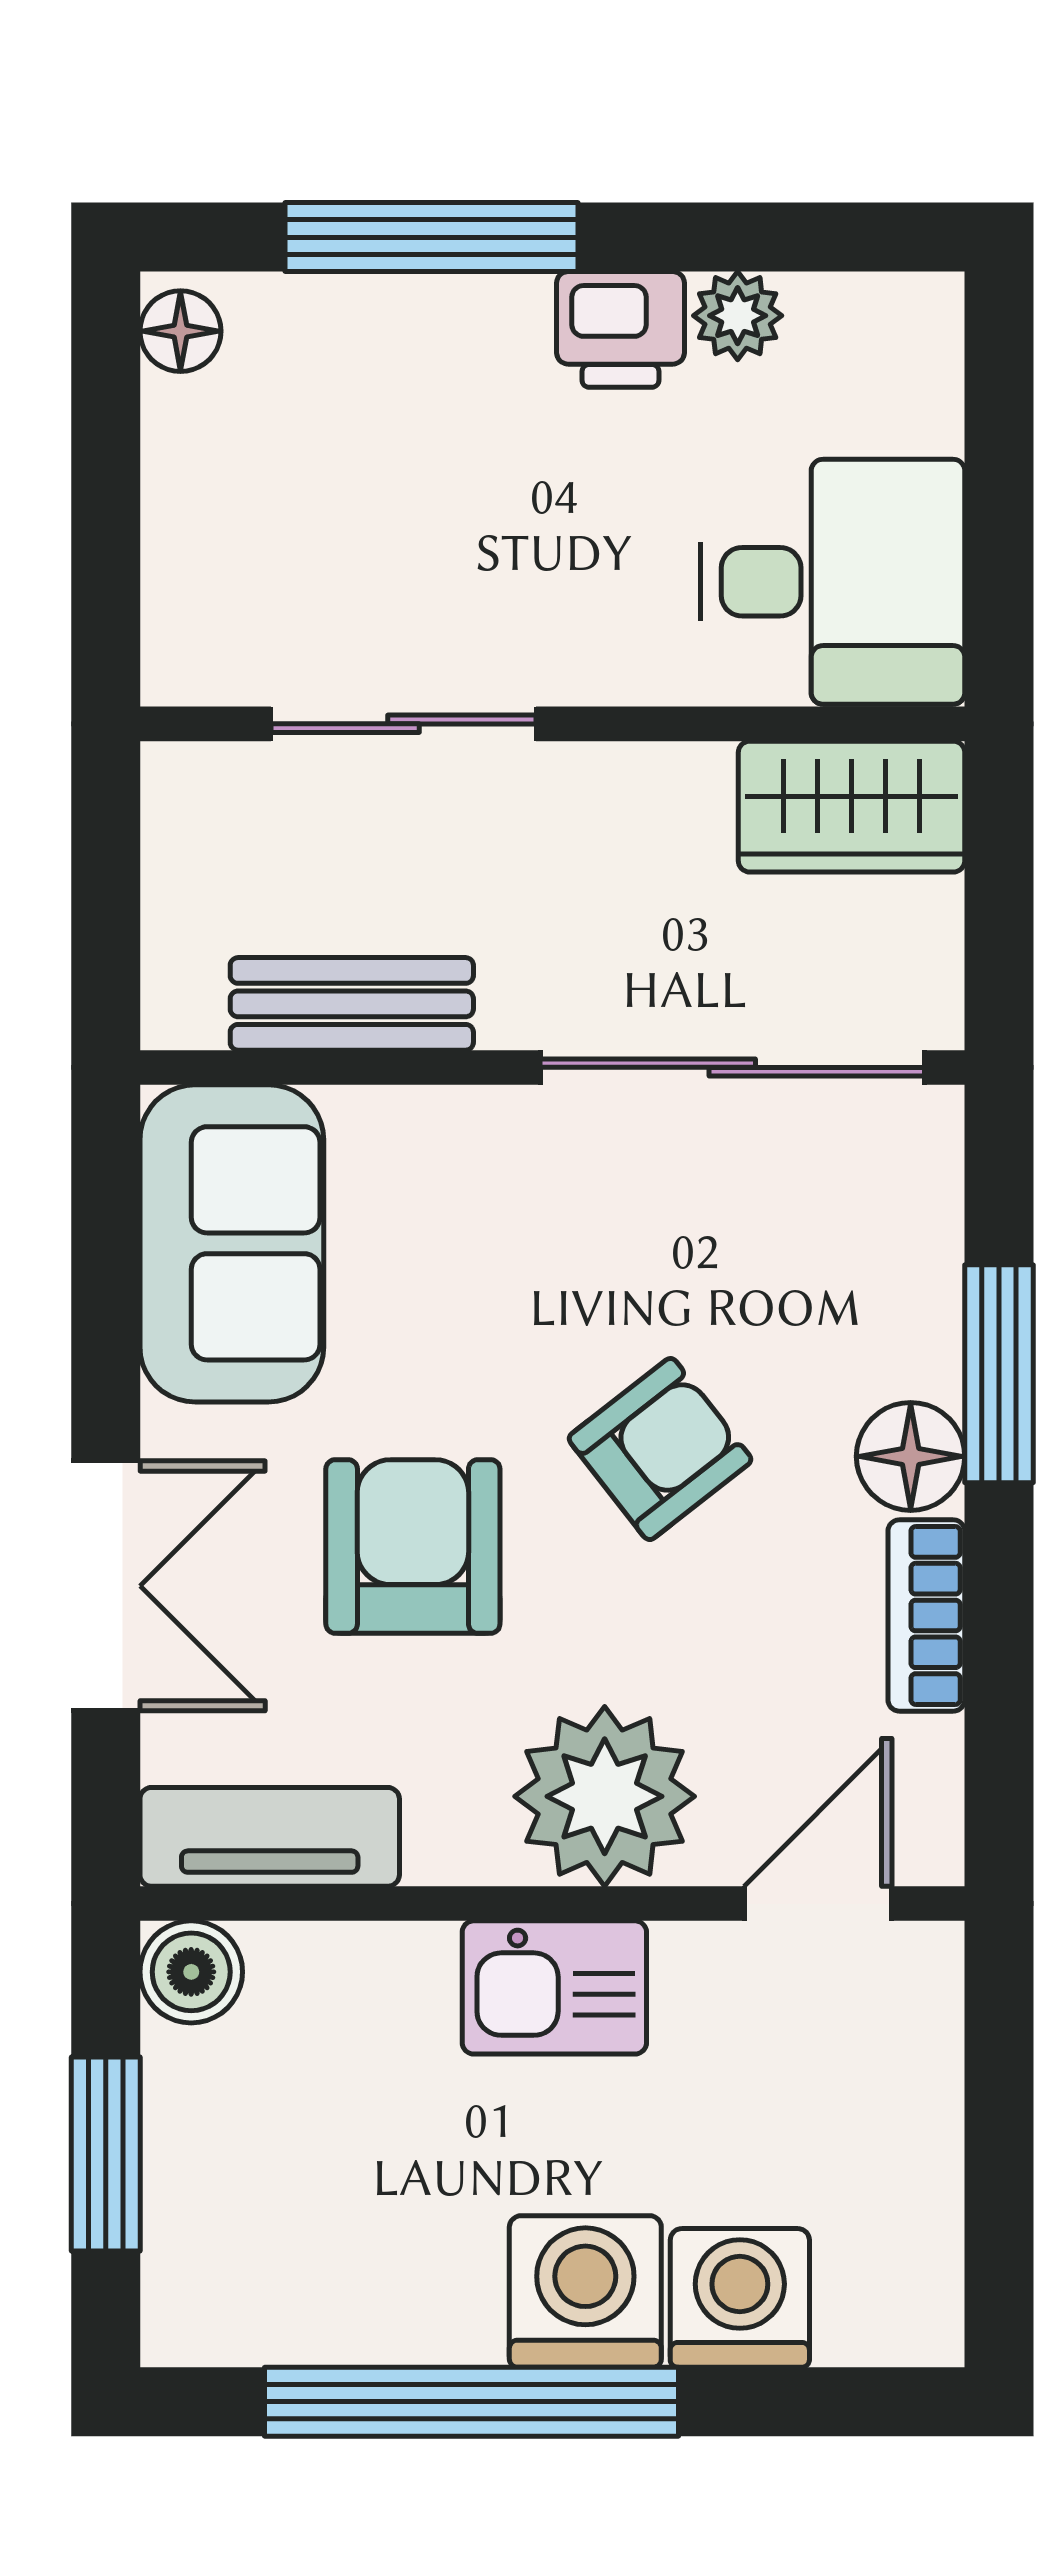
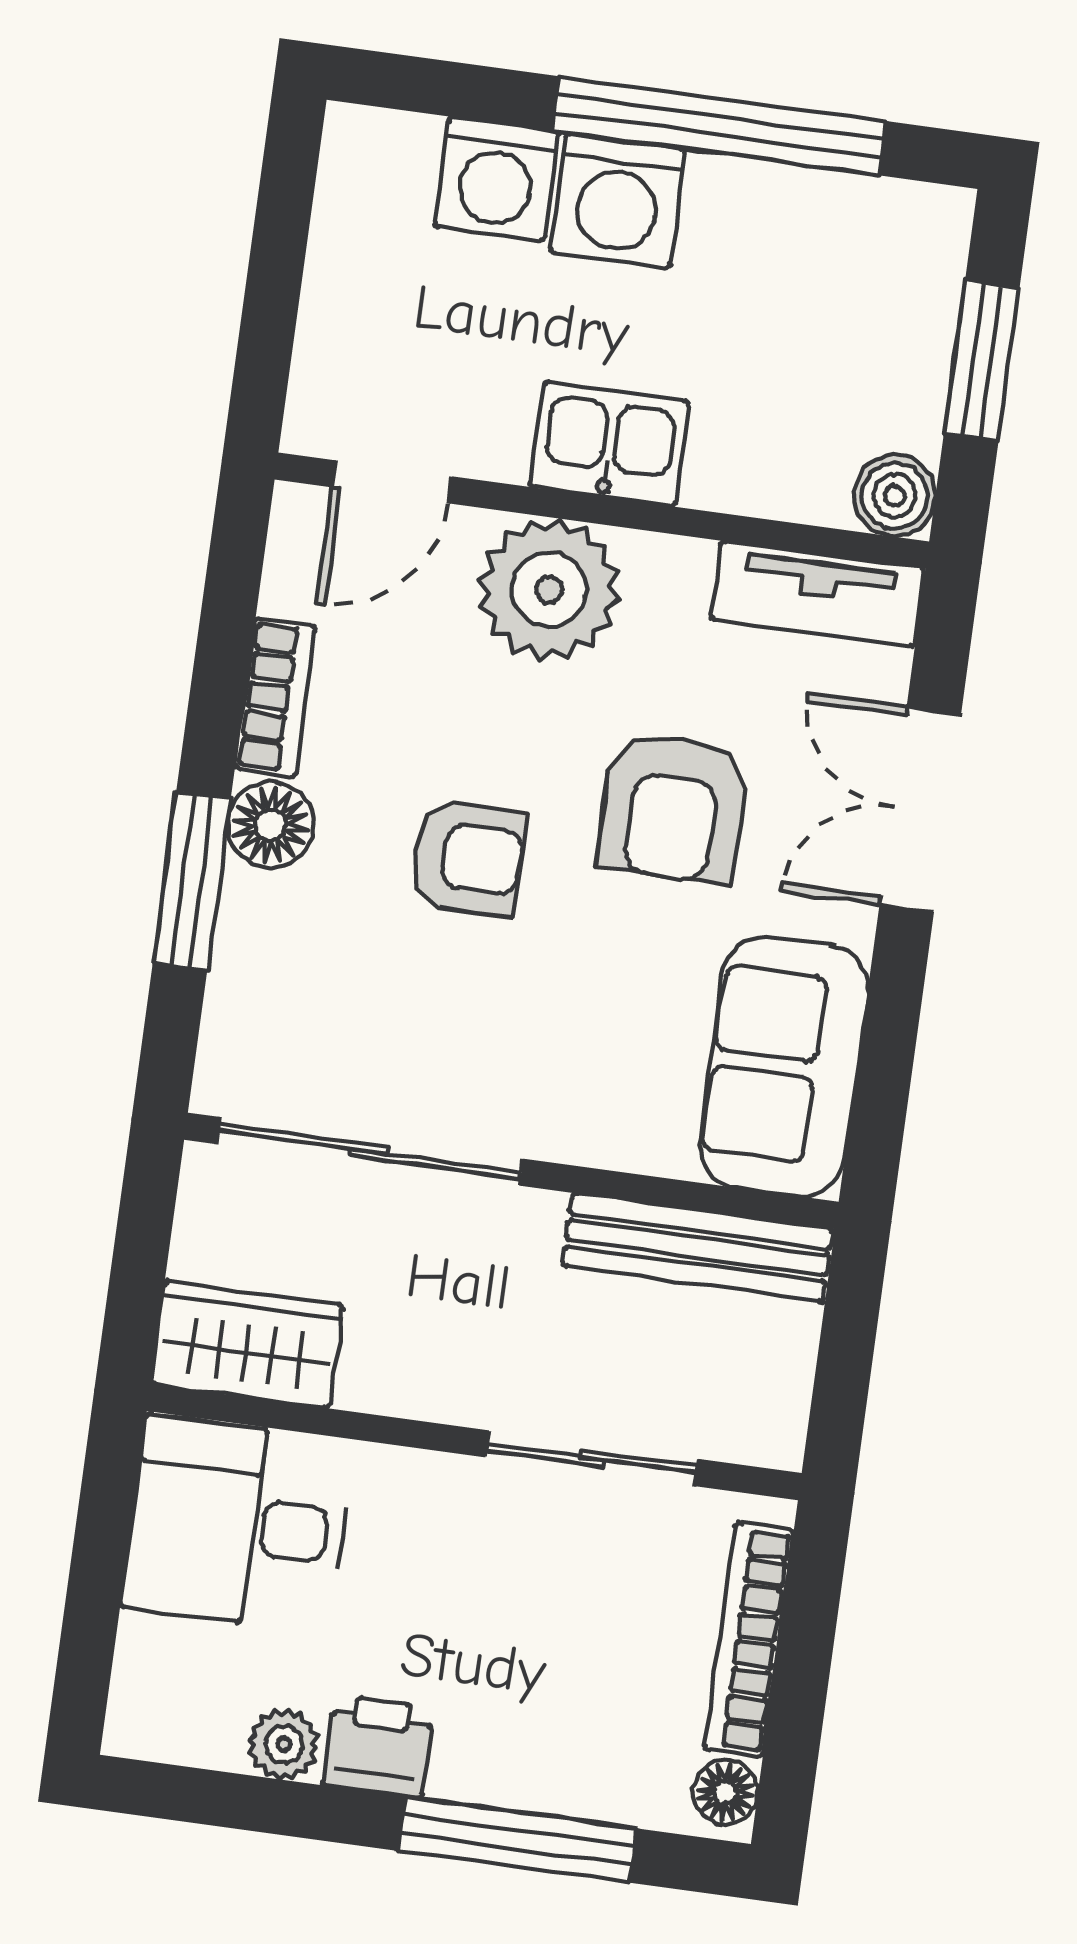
bookcase: (177, 525) -> (749, 1640), added
bench: (352, 1004) -> (698, 1247), width x1.36
armchair: (660, 1449) -> (468, 858), turned -142

